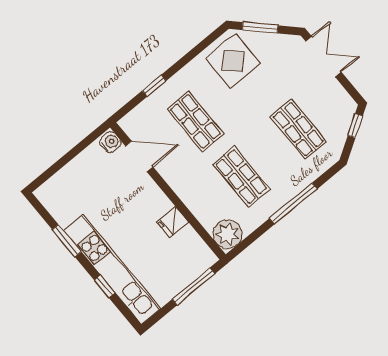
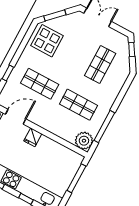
shop shelf: (298, 129) -> (100, 65), turned 90
window: (293, 204) -> (104, 127), moved
fridge: (172, 222) -> (33, 137), moved

